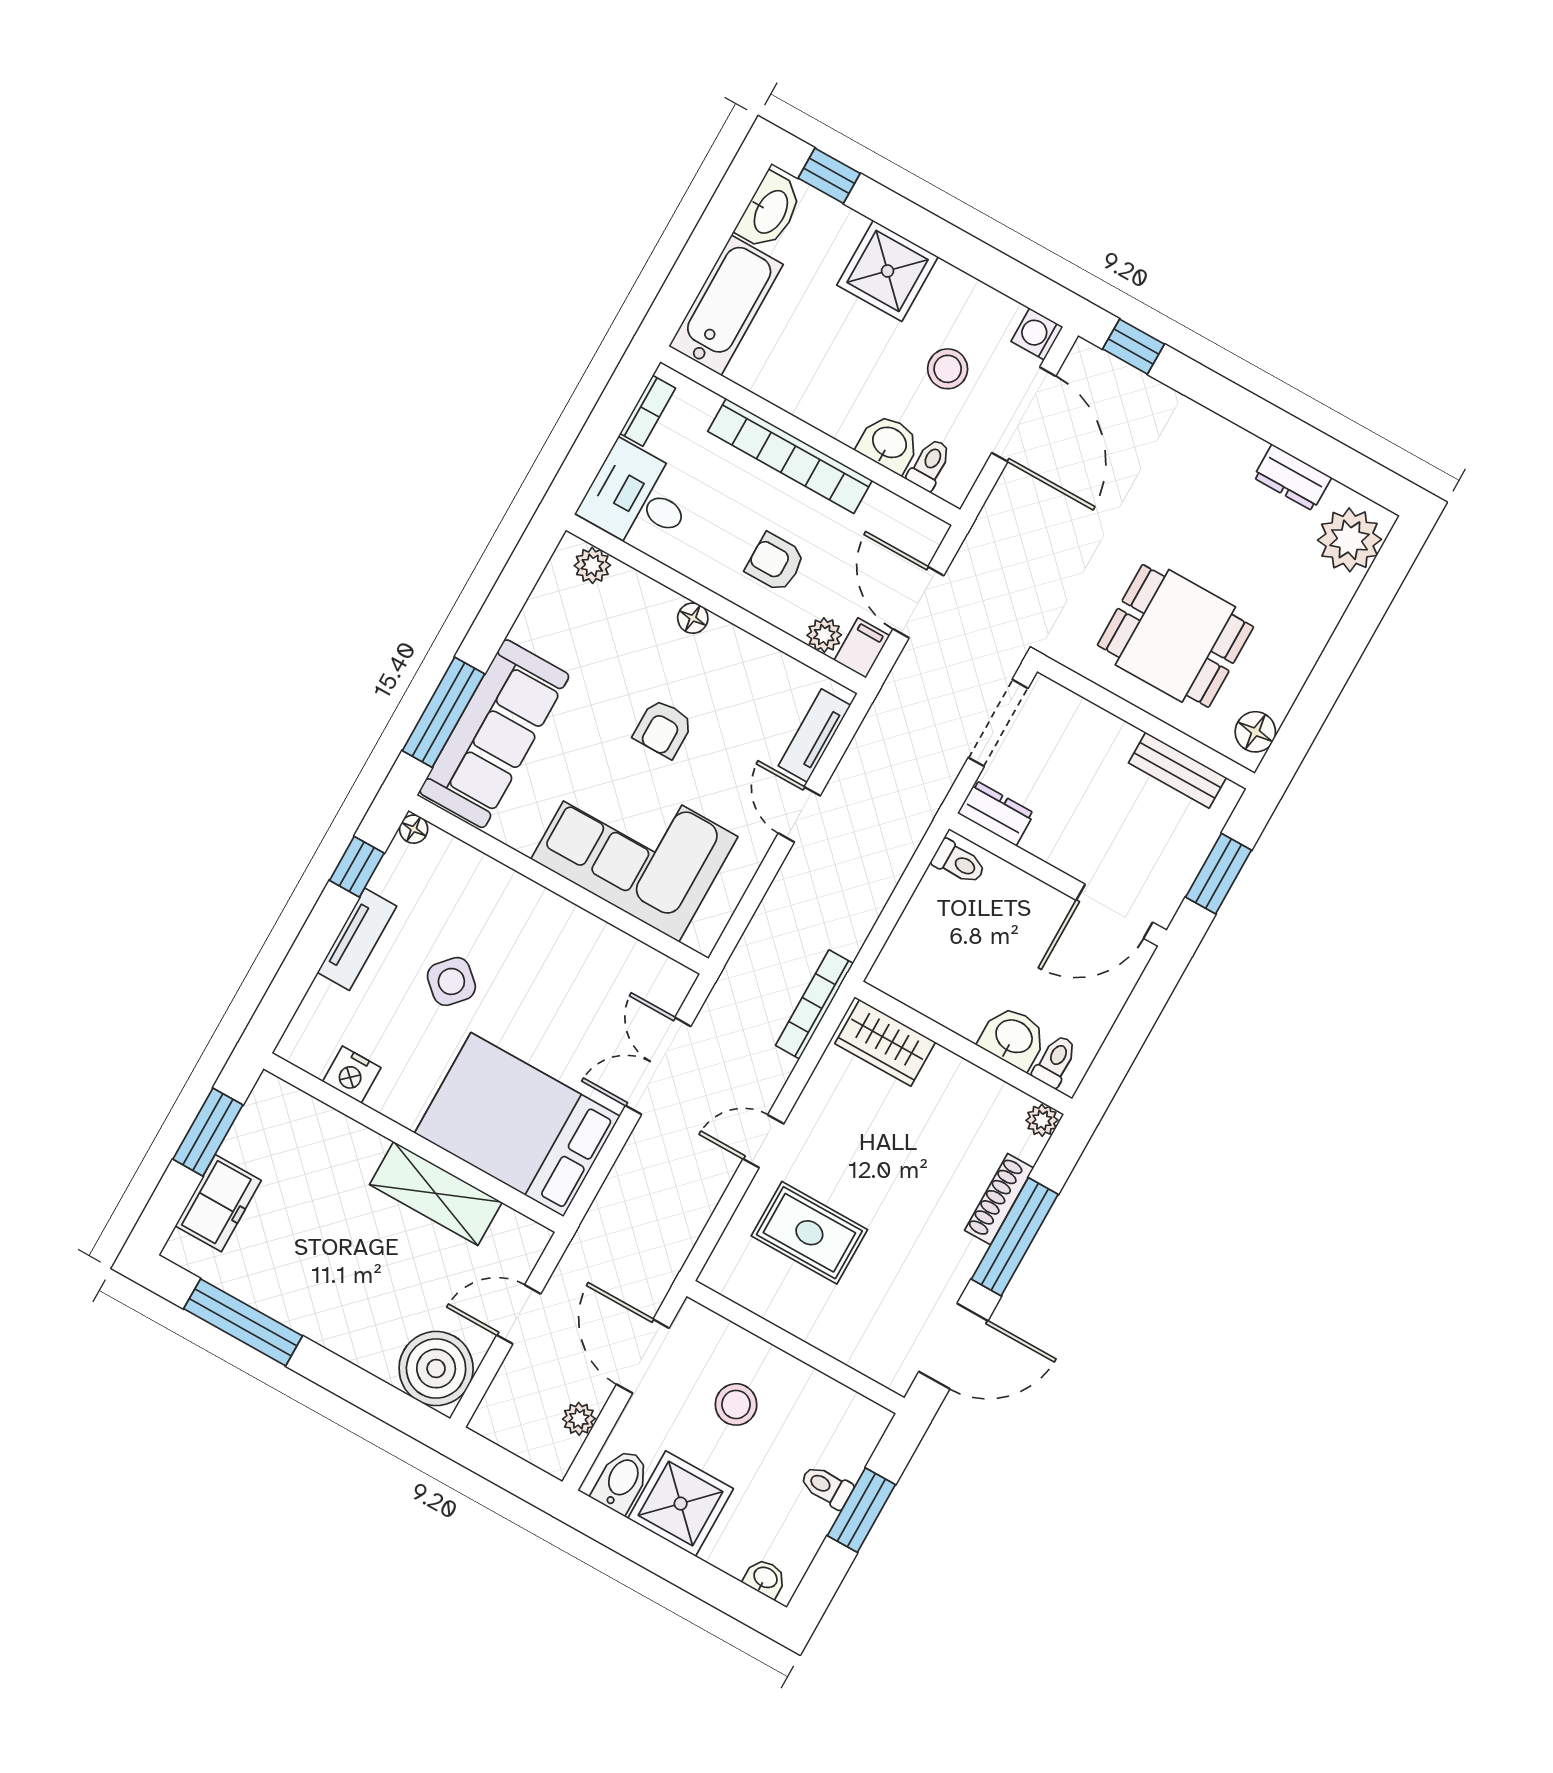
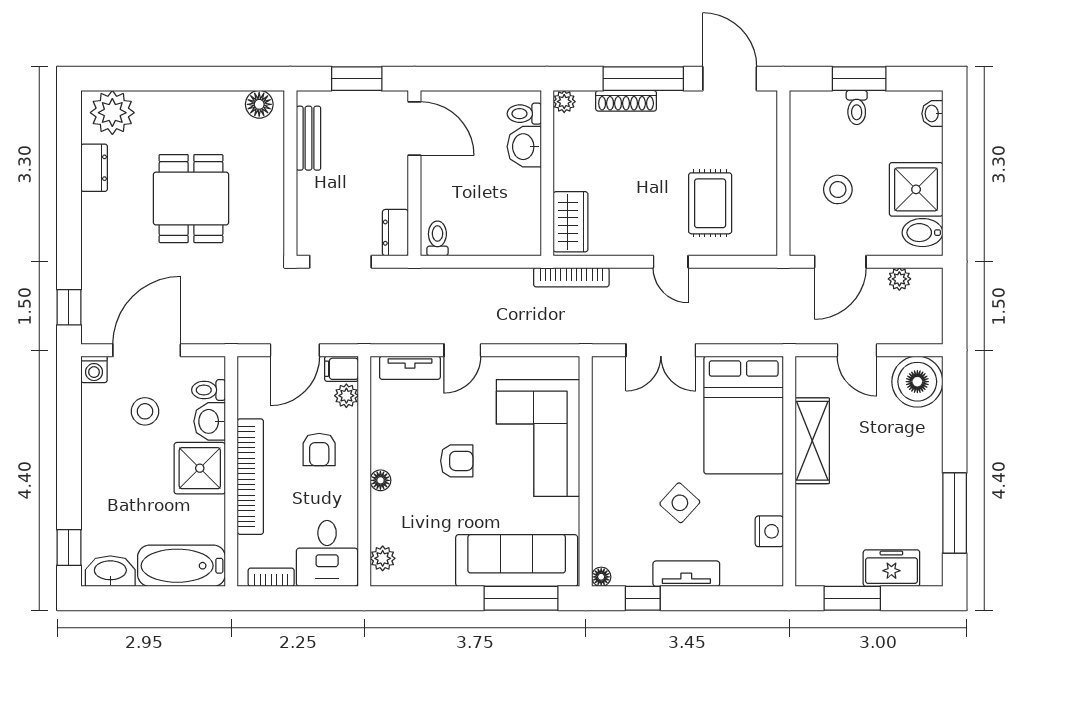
shower: (888, 271) -> (200, 468), moved
dining table: (1175, 636) -> (191, 199), moved

